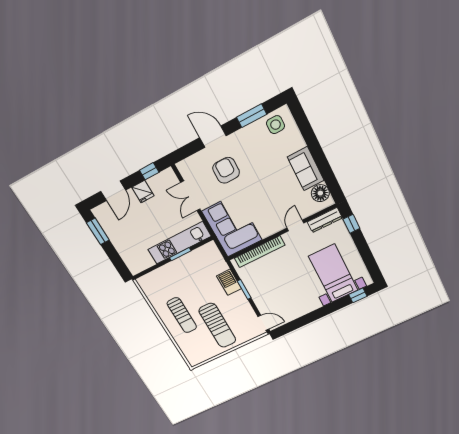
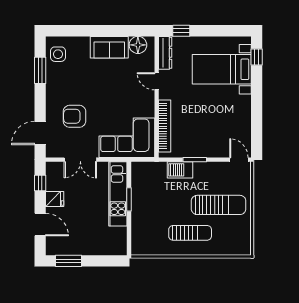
door: (213, 137) -> (40, 133), moved
door: (263, 323) -> (239, 160), hinge flipped

